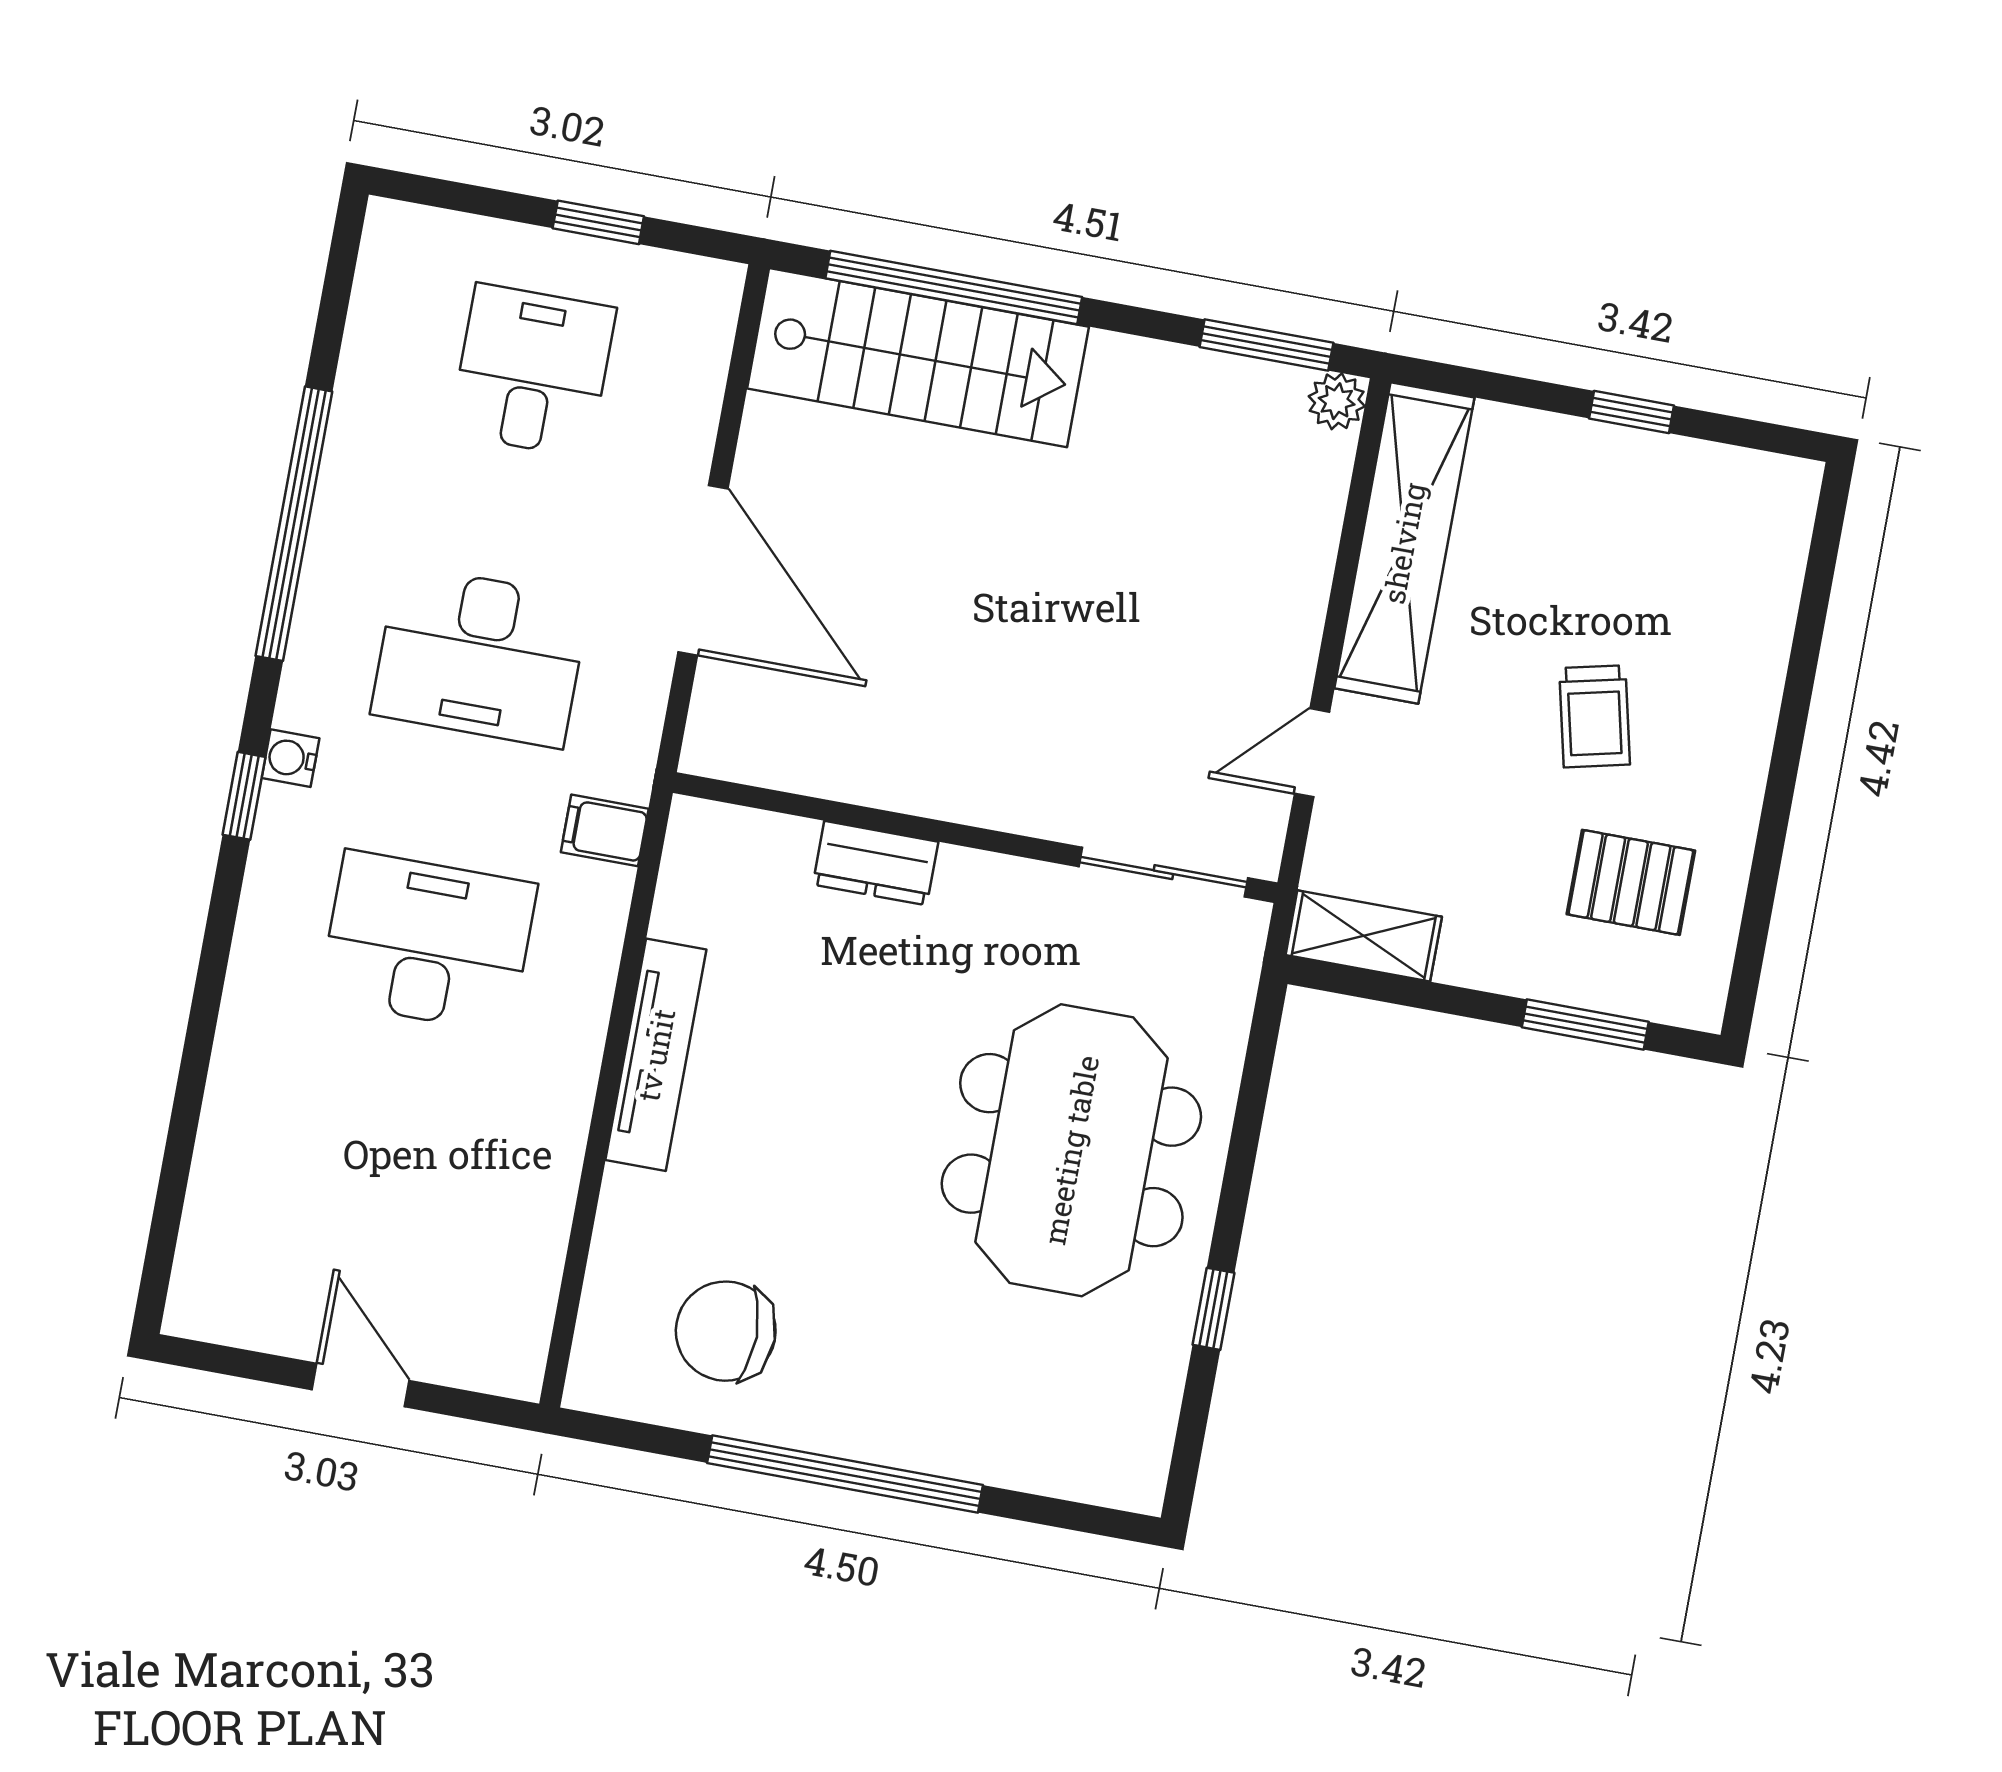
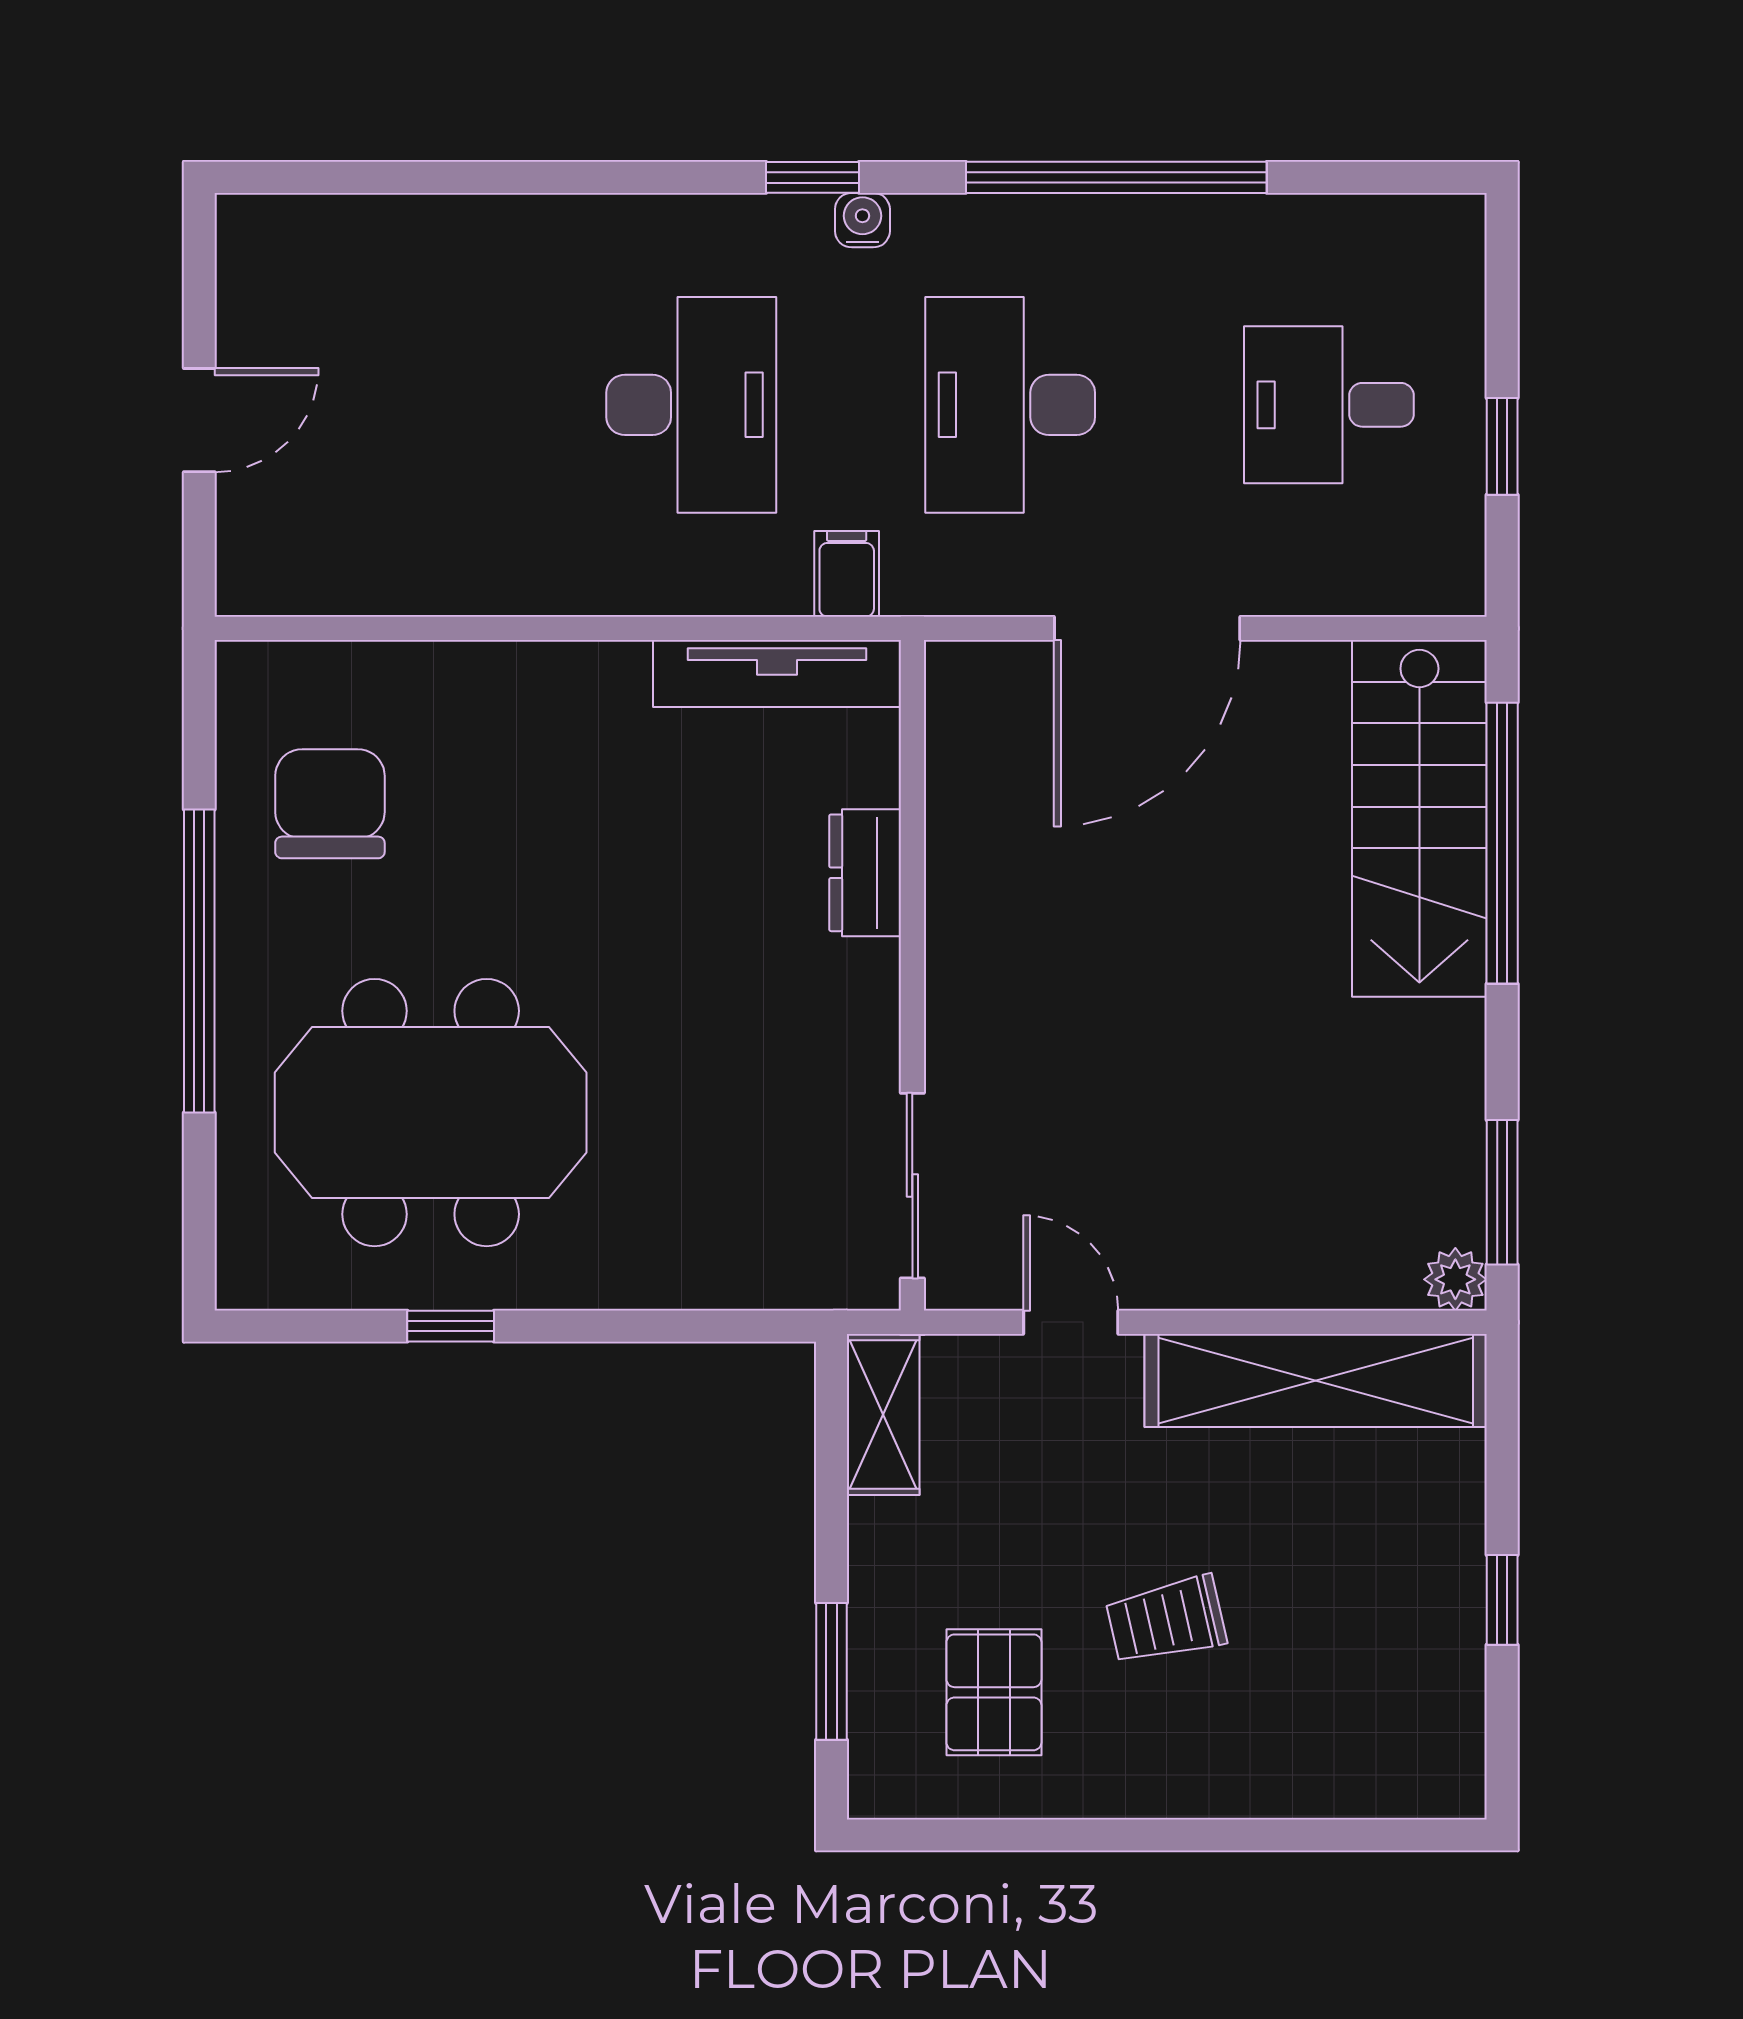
desk: (533, 371) -> (1329, 405), turned 180
tv unit: (656, 1055) -> (777, 674), moved
meeting table: (1071, 1150) -> (431, 1113), moved

